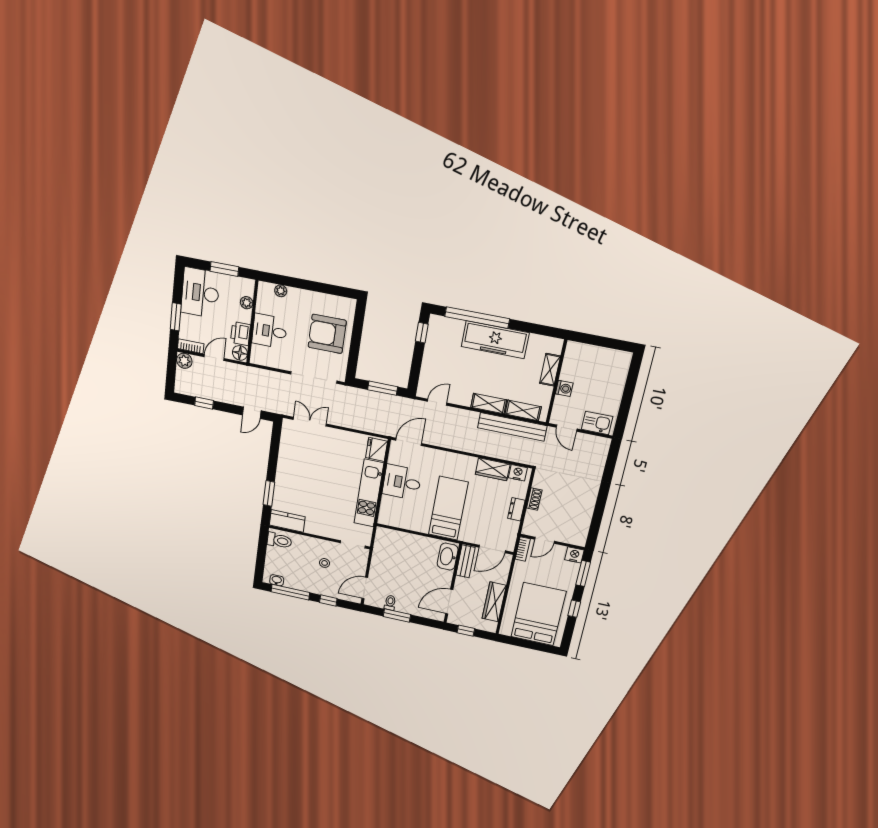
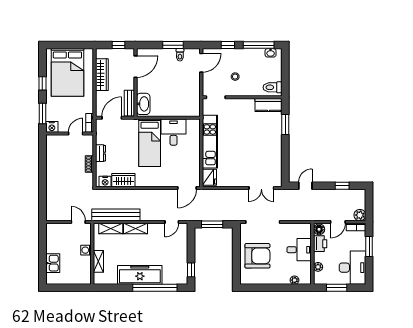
kitchen sink: (597, 423) -> (53, 263), moved, turned -90
desk: (402, 482) -> (174, 132), moved, turned -90

